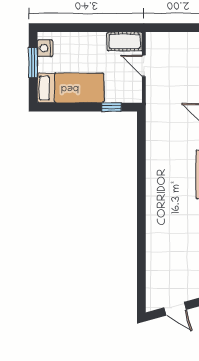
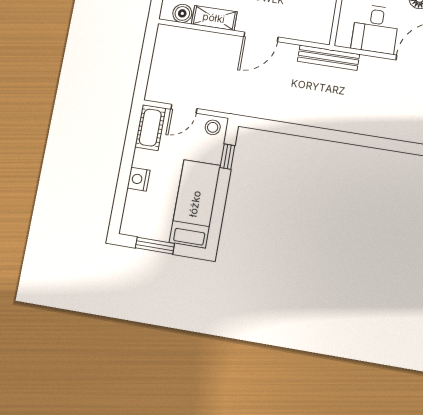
nightstand: (45, 48) -> (139, 179), moved, turned 90
stool: (133, 91) -> (213, 127), added

